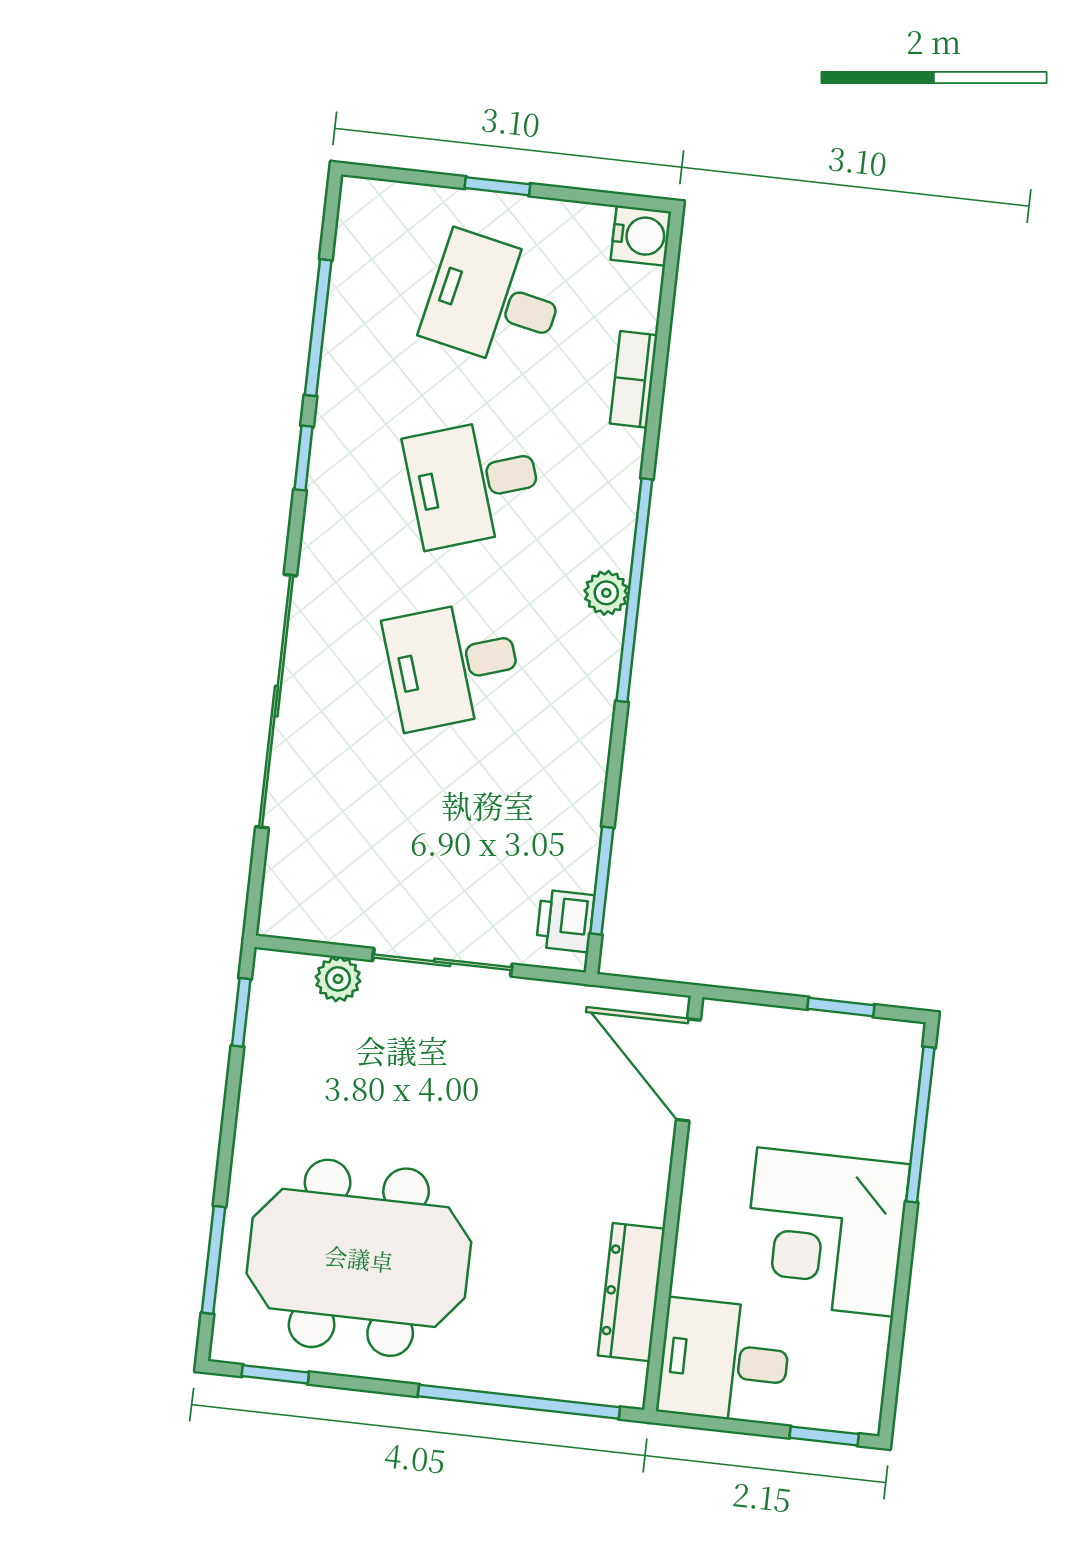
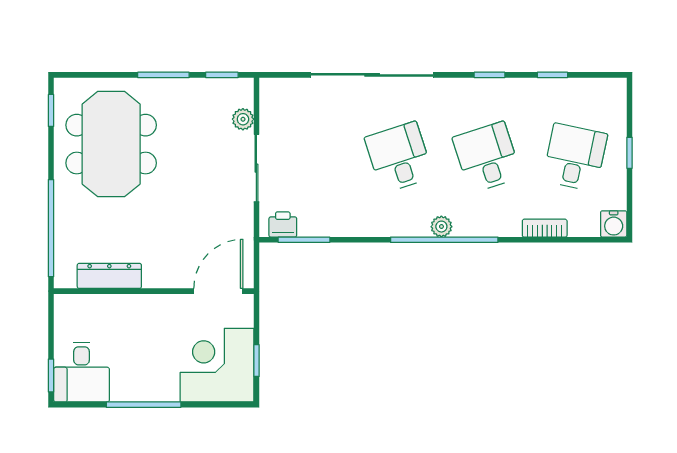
window: (318, 328) -> (552, 75), width x0.46
window: (920, 1124) -> (144, 405), moved
corner desk: (825, 1232) -> (217, 365), moved
window: (214, 1260) -> (163, 75), moved
desk: (724, 1361) -> (82, 372), moved, turned 180

